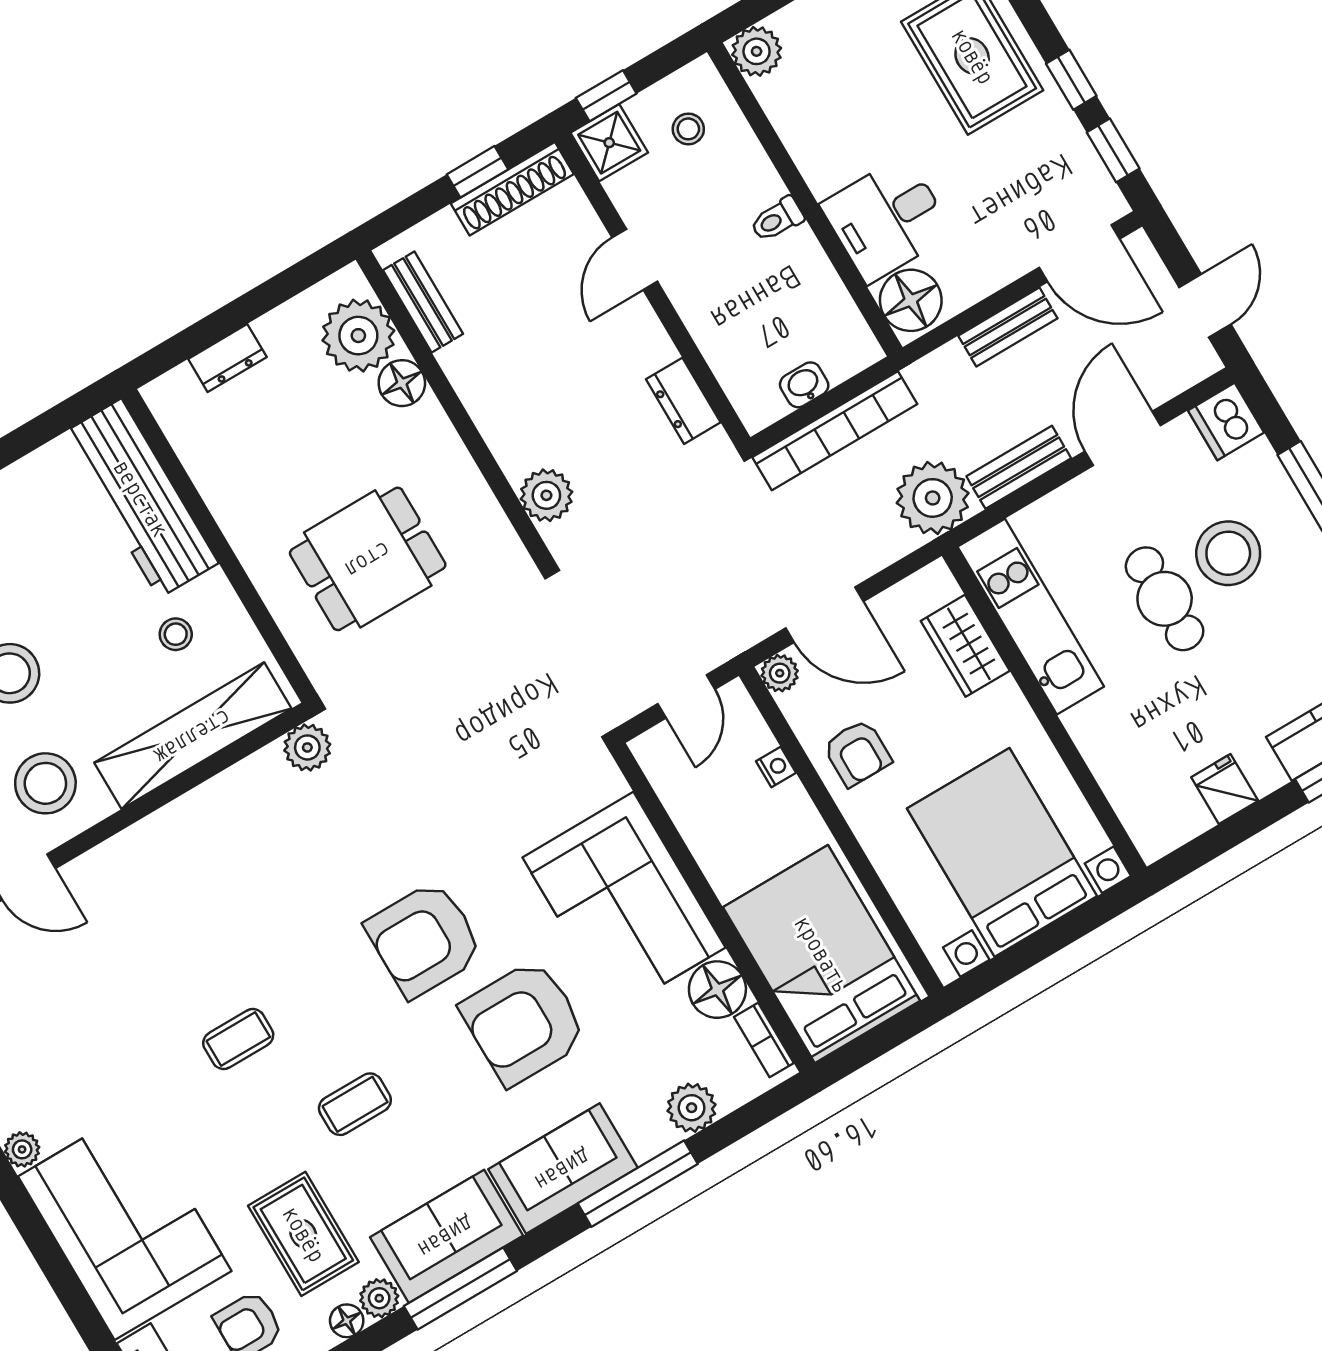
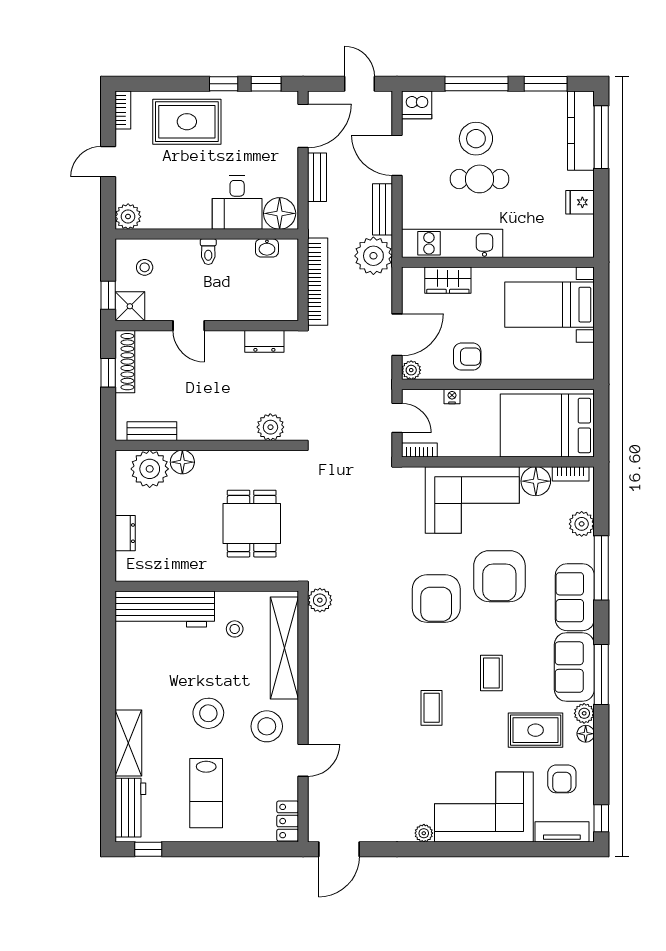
washbasin: (804, 385) -> (267, 248), moved, turned -90
bookcase: (655, 765) -> (419, 450), added
bed with nightstands: (1002, 852) -> (550, 305), width x0.73

